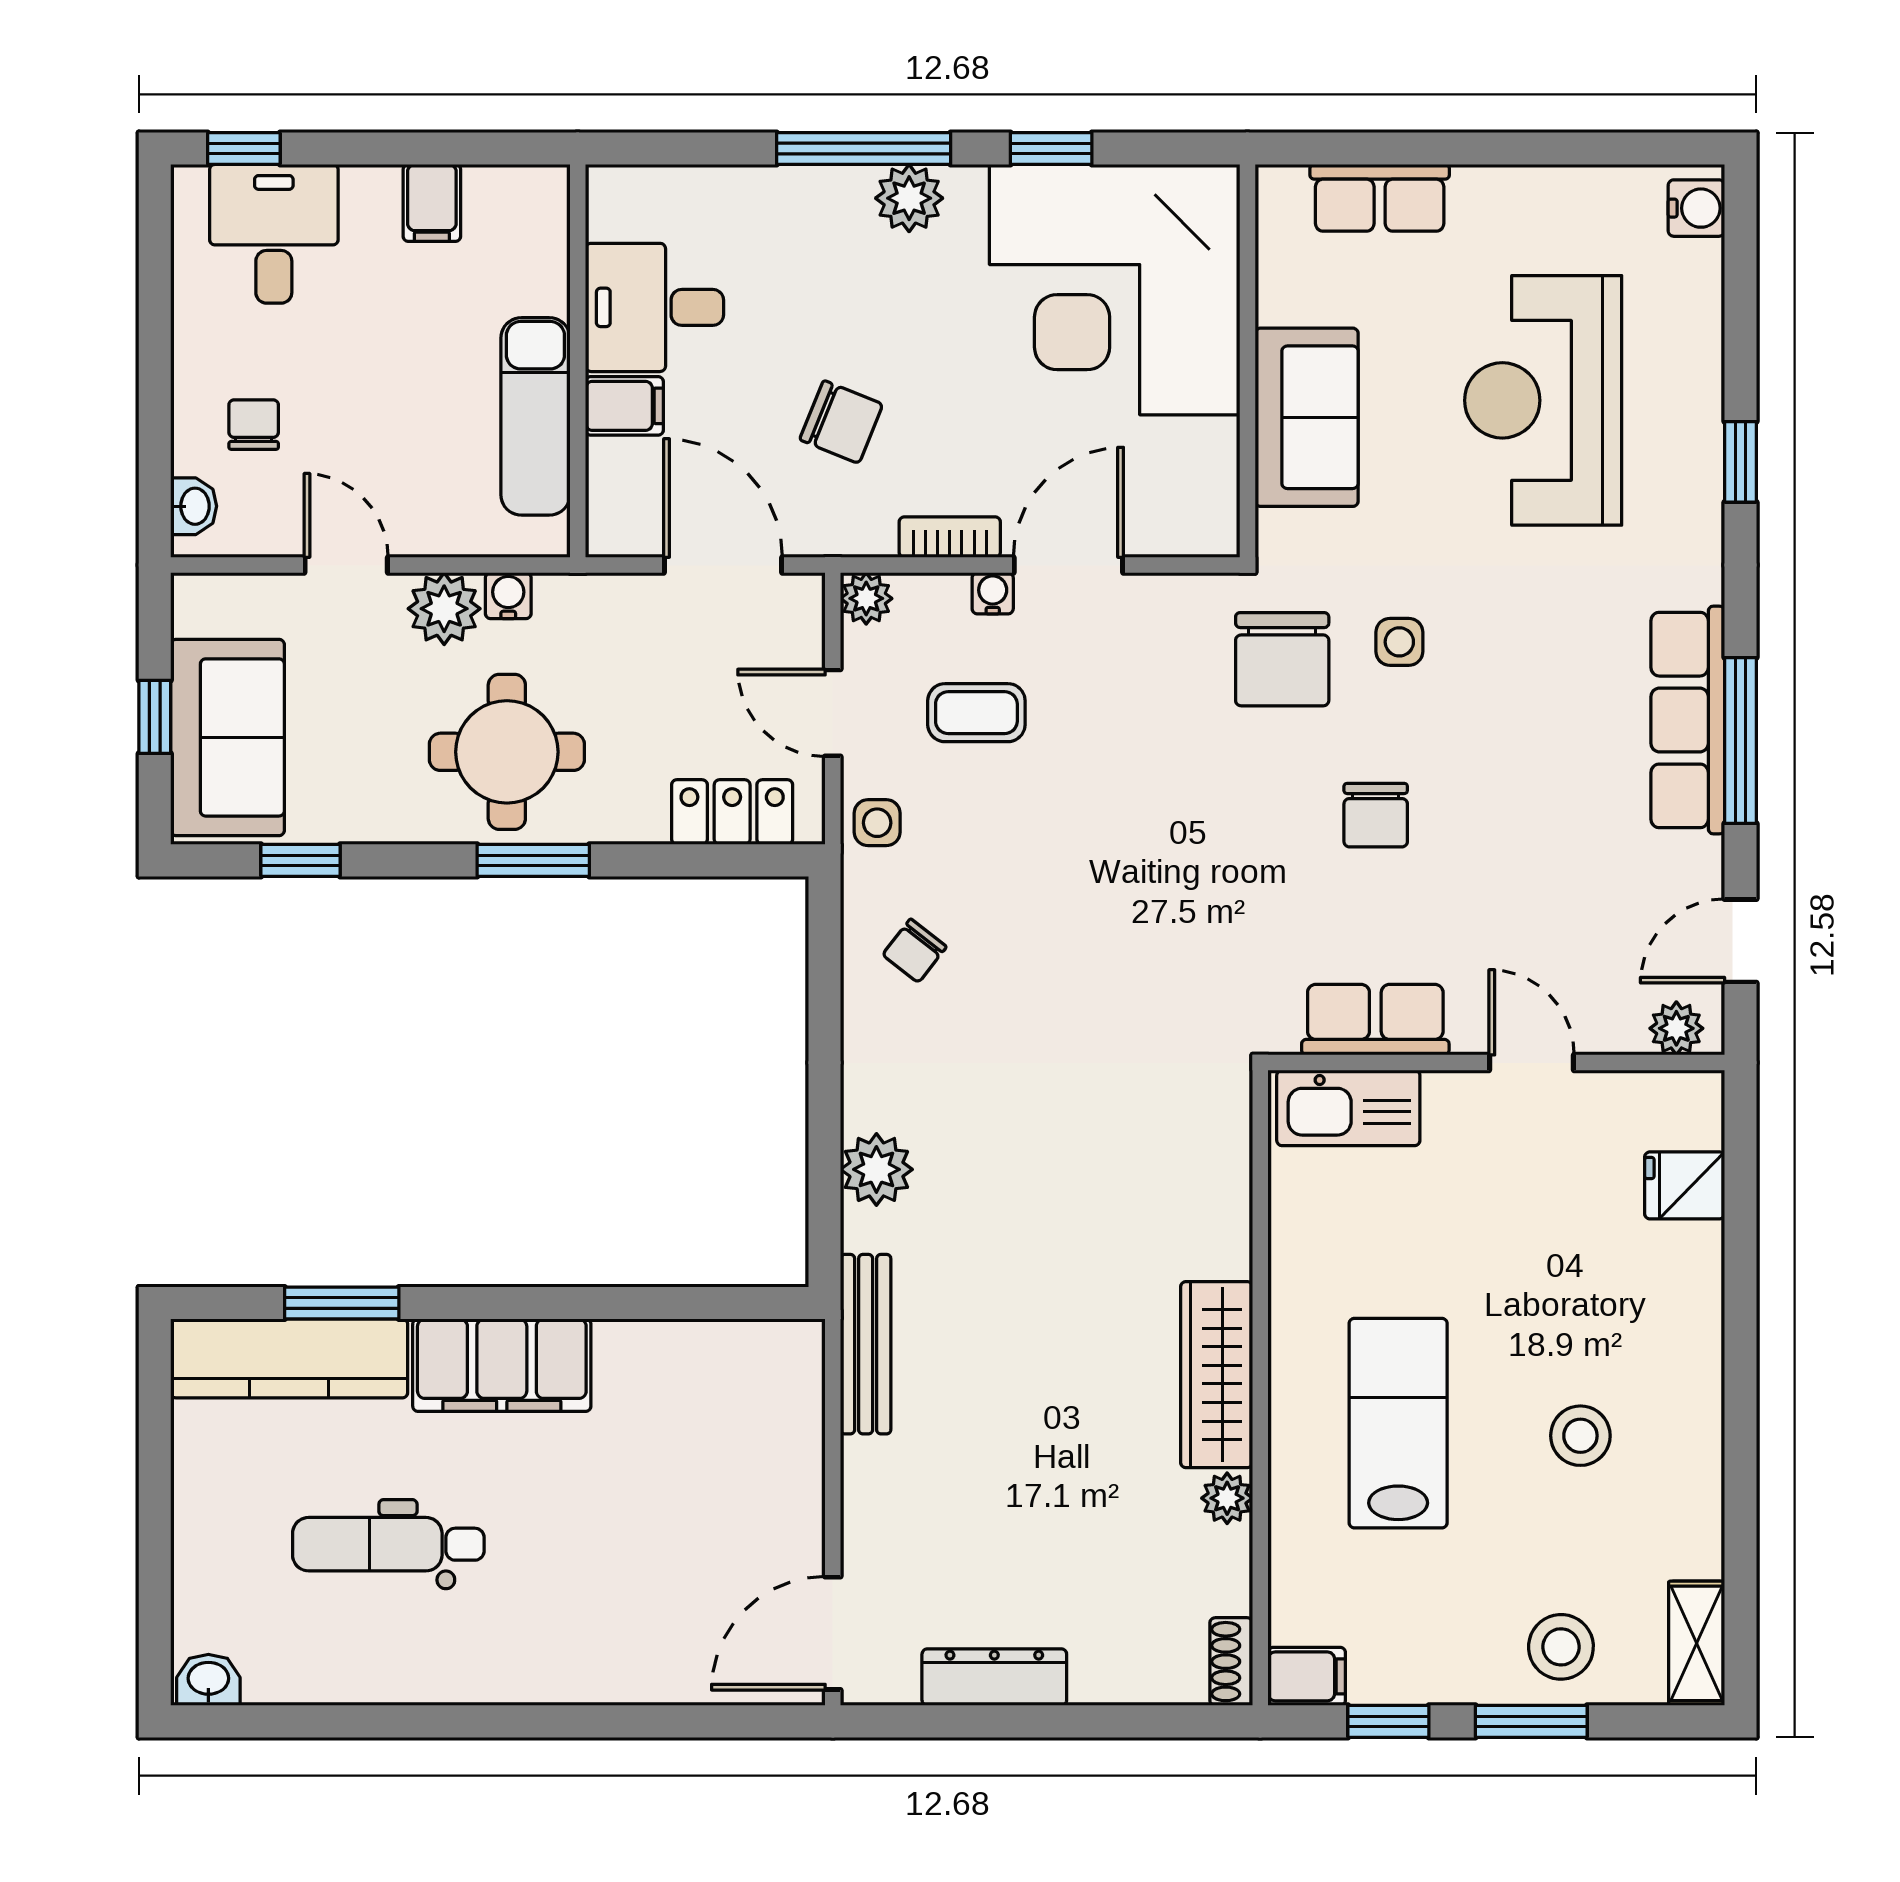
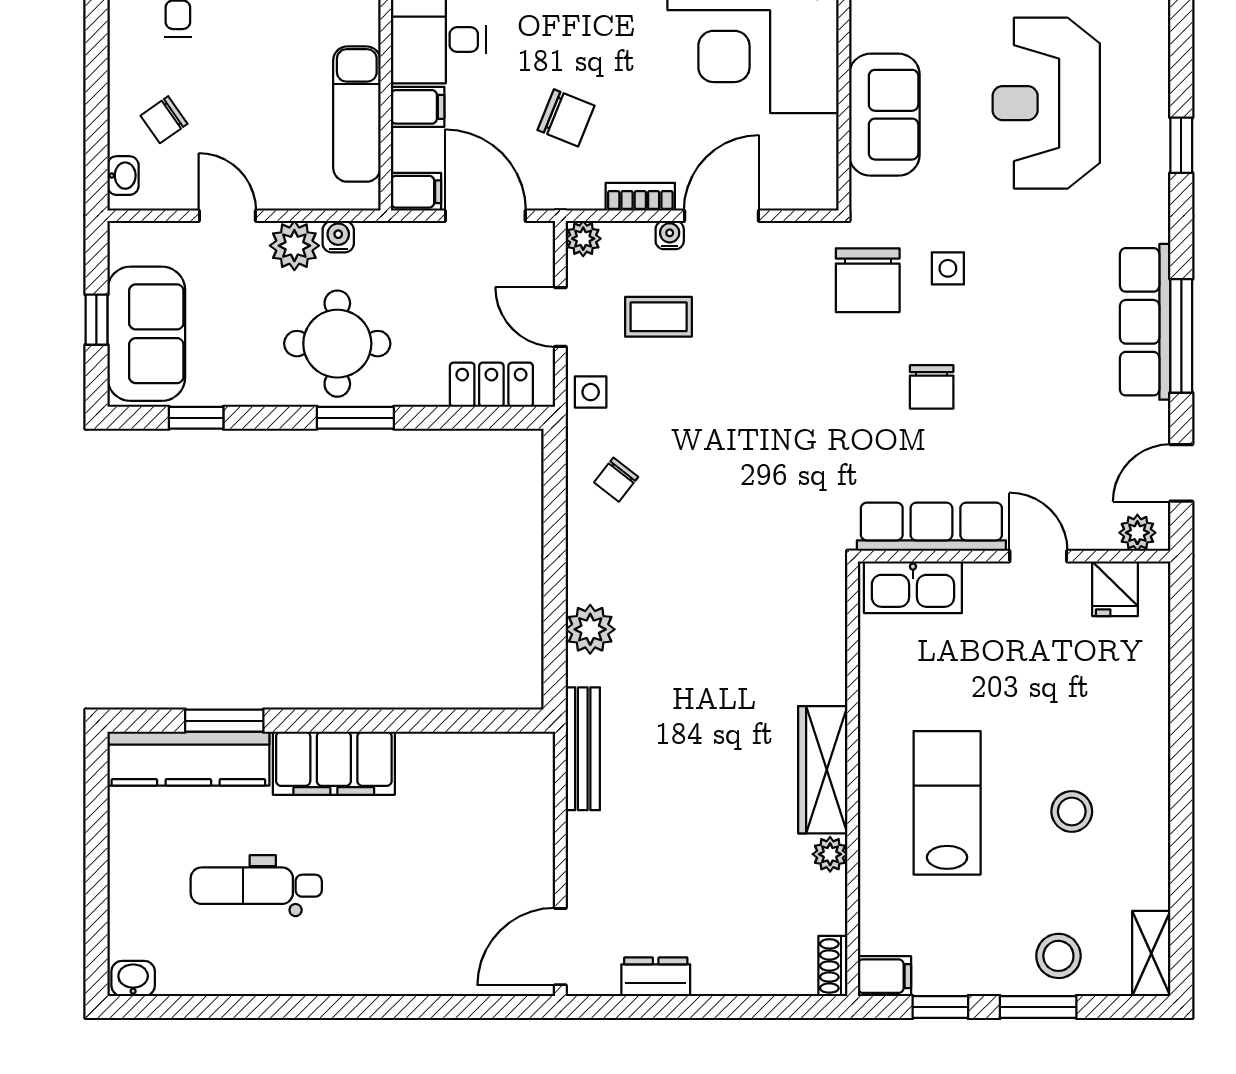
chair: (254, 425) -> (164, 120), turned -125
filing cabinet: (622, 530) -> (416, 192), added
row of seats: (1375, 1020) -> (931, 527), width x1.48
fridge: (1685, 1185) -> (1115, 589), moved, turned -90
dresser: (994, 1677) -> (656, 977), width x0.70

